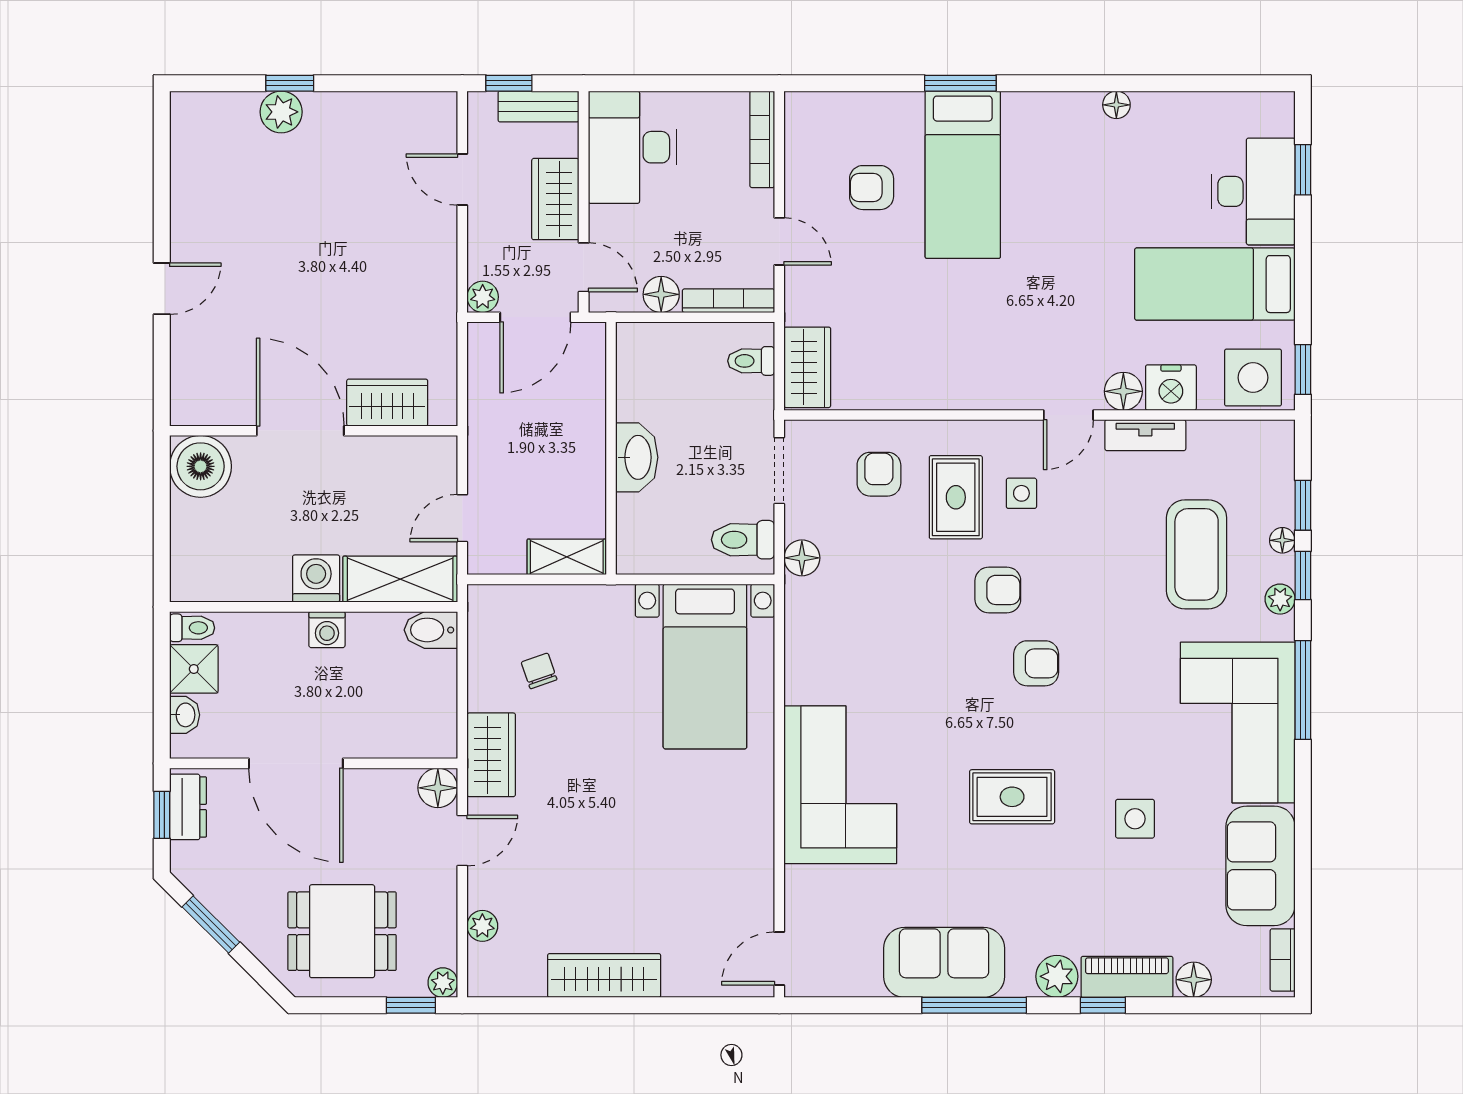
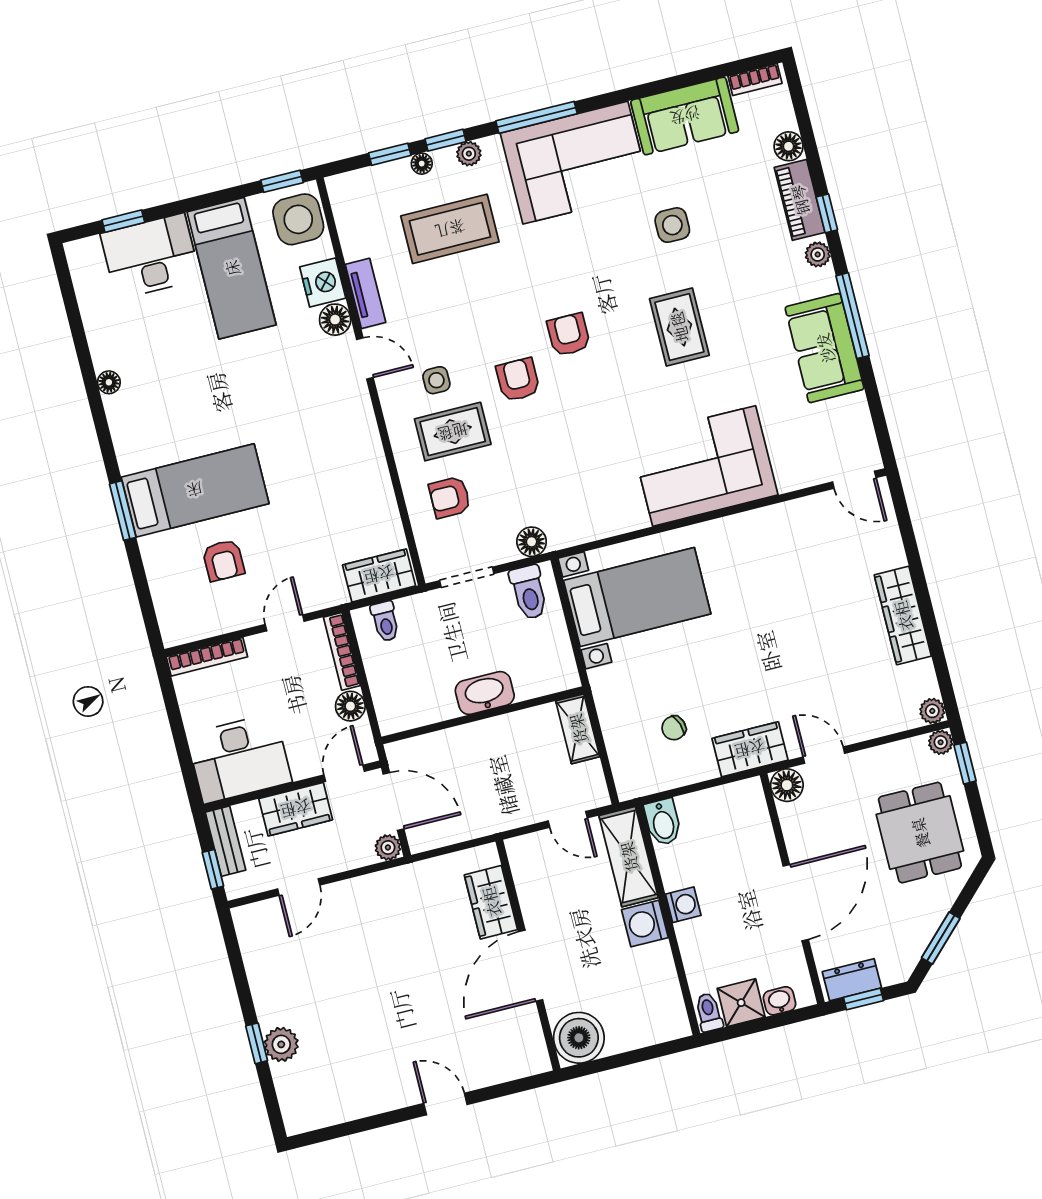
plant: (482, 926) -> (932, 711), moved
plant: (1057, 976) -> (818, 254), width x0.73, depth x0.73

